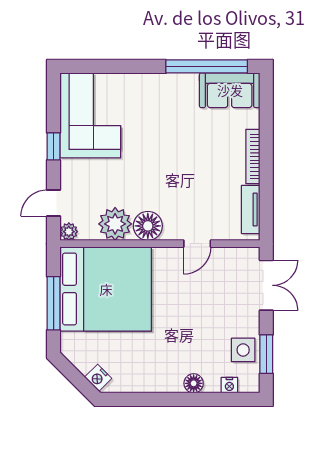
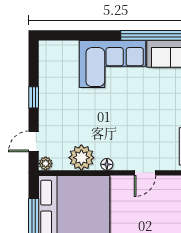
corner sofa: (90, 115) -> (112, 64), moved, turned 90
floor lamp: (148, 226) -> (107, 164), width x0.53, depth x0.53

